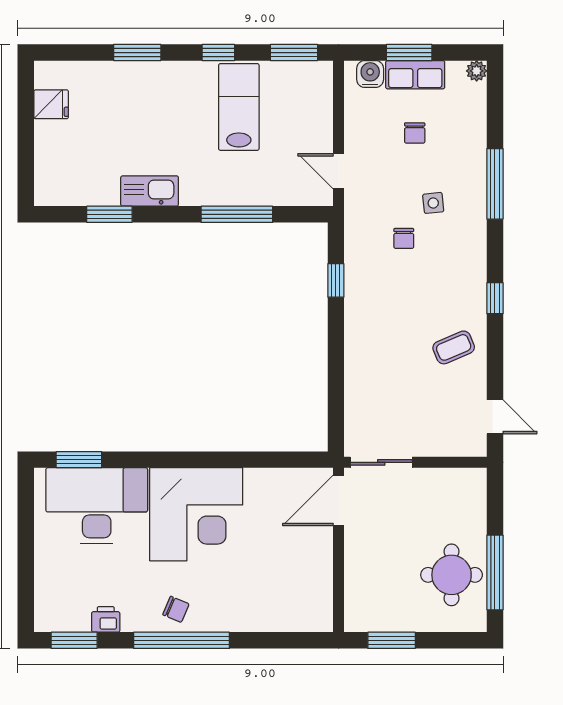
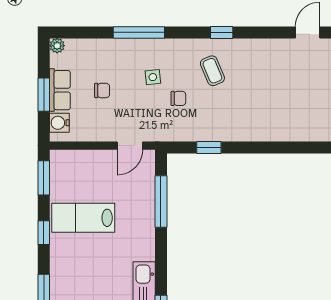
window: (237, 214) -> (161, 202), moved
coffee table: (454, 347) -> (212, 71), moved

